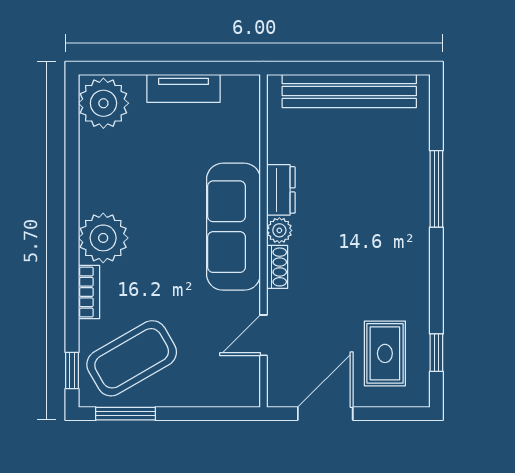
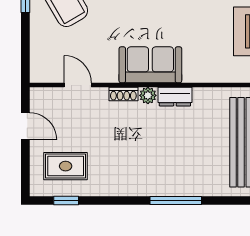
sofa: (233, 227) -> (150, 65), width x0.73
door: (325, 414) -> (25, 126), width x0.73

